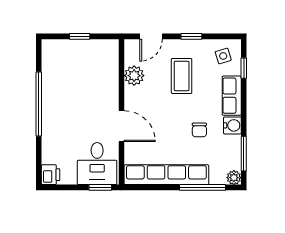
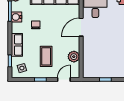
water cooler: (232, 125) -> (17, 17), moved
door: (122, 126) -> (81, 27), hinge flipped

